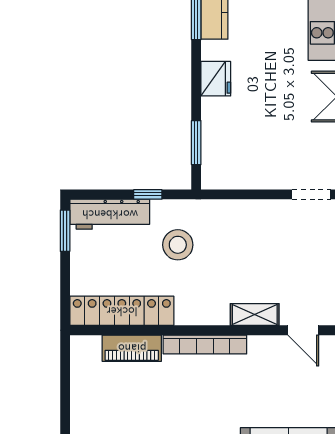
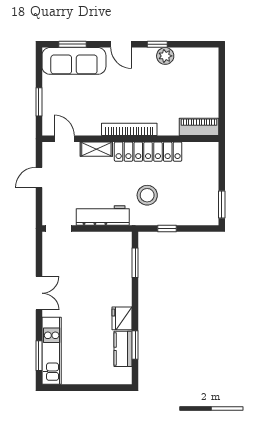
fridge: (216, 79) -> (122, 318), moved
workbench: (110, 214) -> (103, 215), moved
locker: (122, 311) -> (148, 152), moved
piano: (132, 348) -> (199, 127), moved

